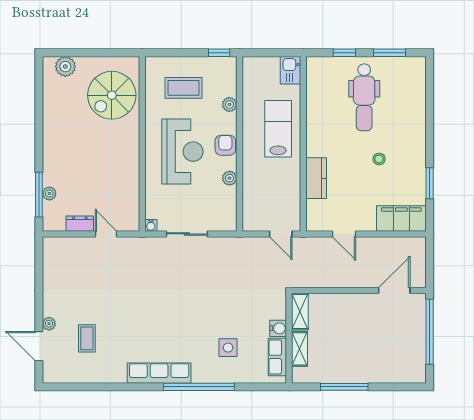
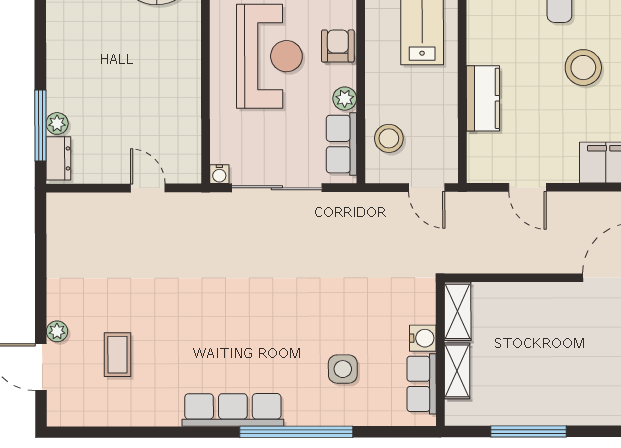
stool: (379, 159) -> (583, 68), width x1.89, depth x1.89
stool: (257, 203) -> (389, 138), added
row of seats: (227, 207) -> (341, 144), added
dresser: (80, 224) -> (58, 158), moved, turned 90
sliding door: (187, 234) -> (277, 188), width x1.37

